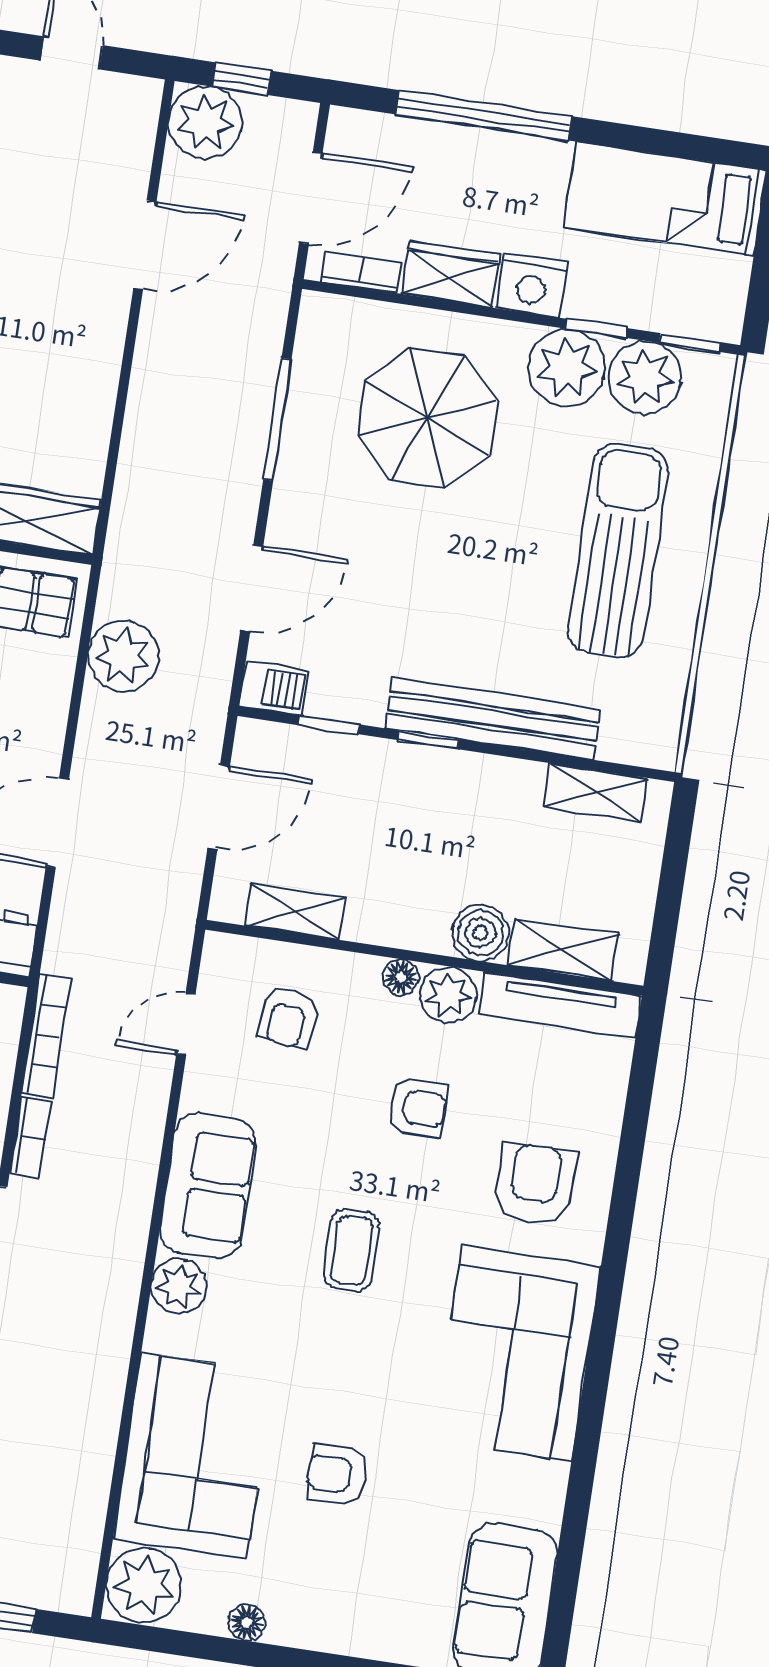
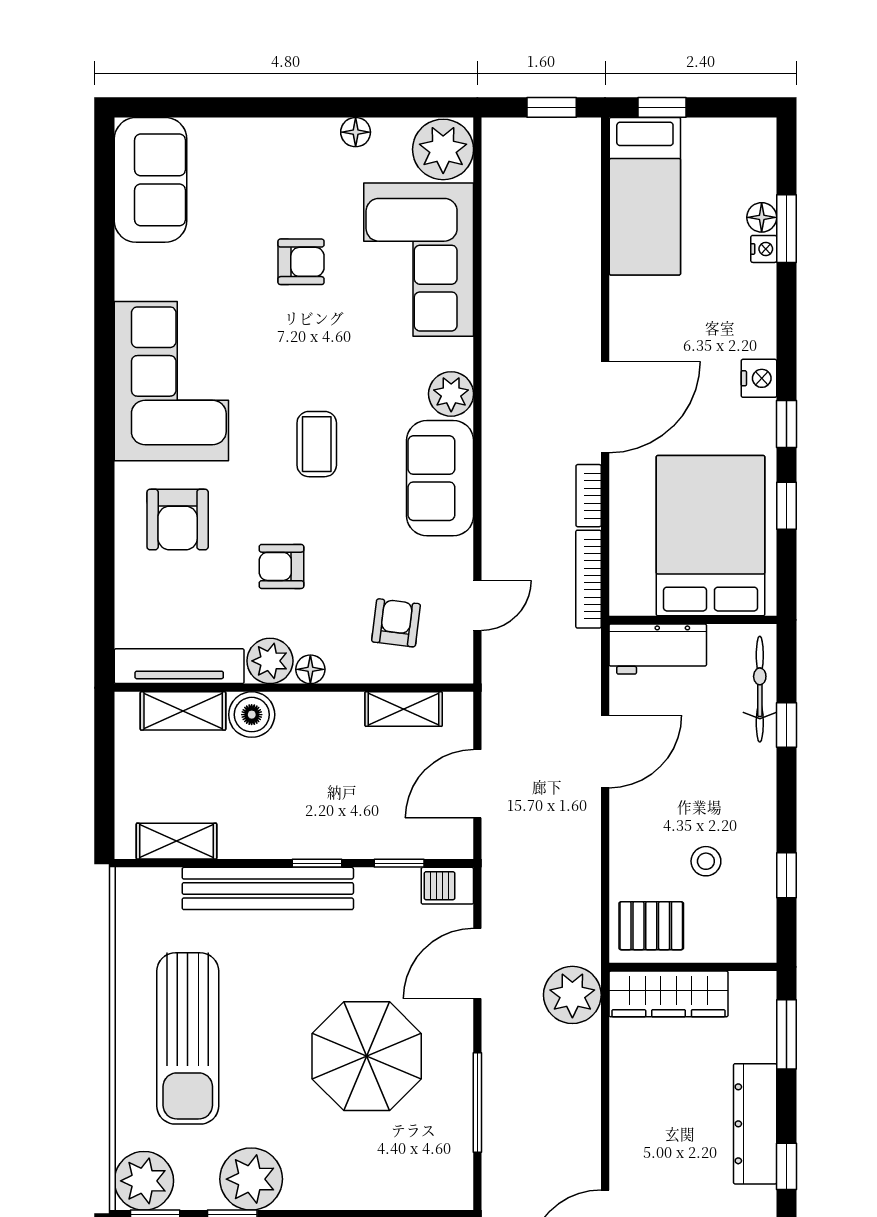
plant: (645, 377) -> (144, 1181), moved
parasol: (427, 418) -> (367, 1056), moved
plant: (123, 656) -> (572, 995), moved

